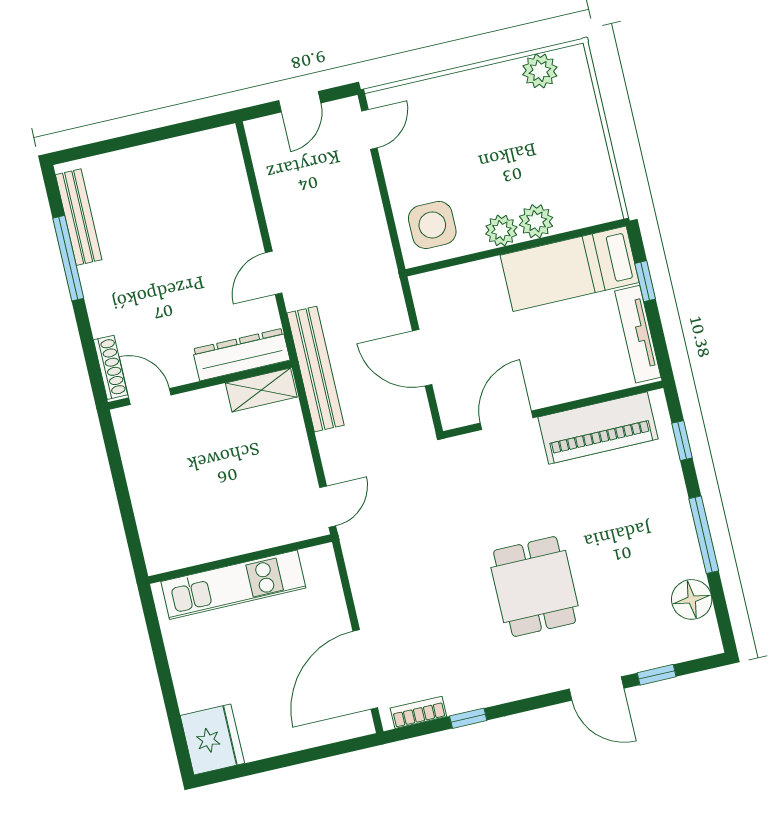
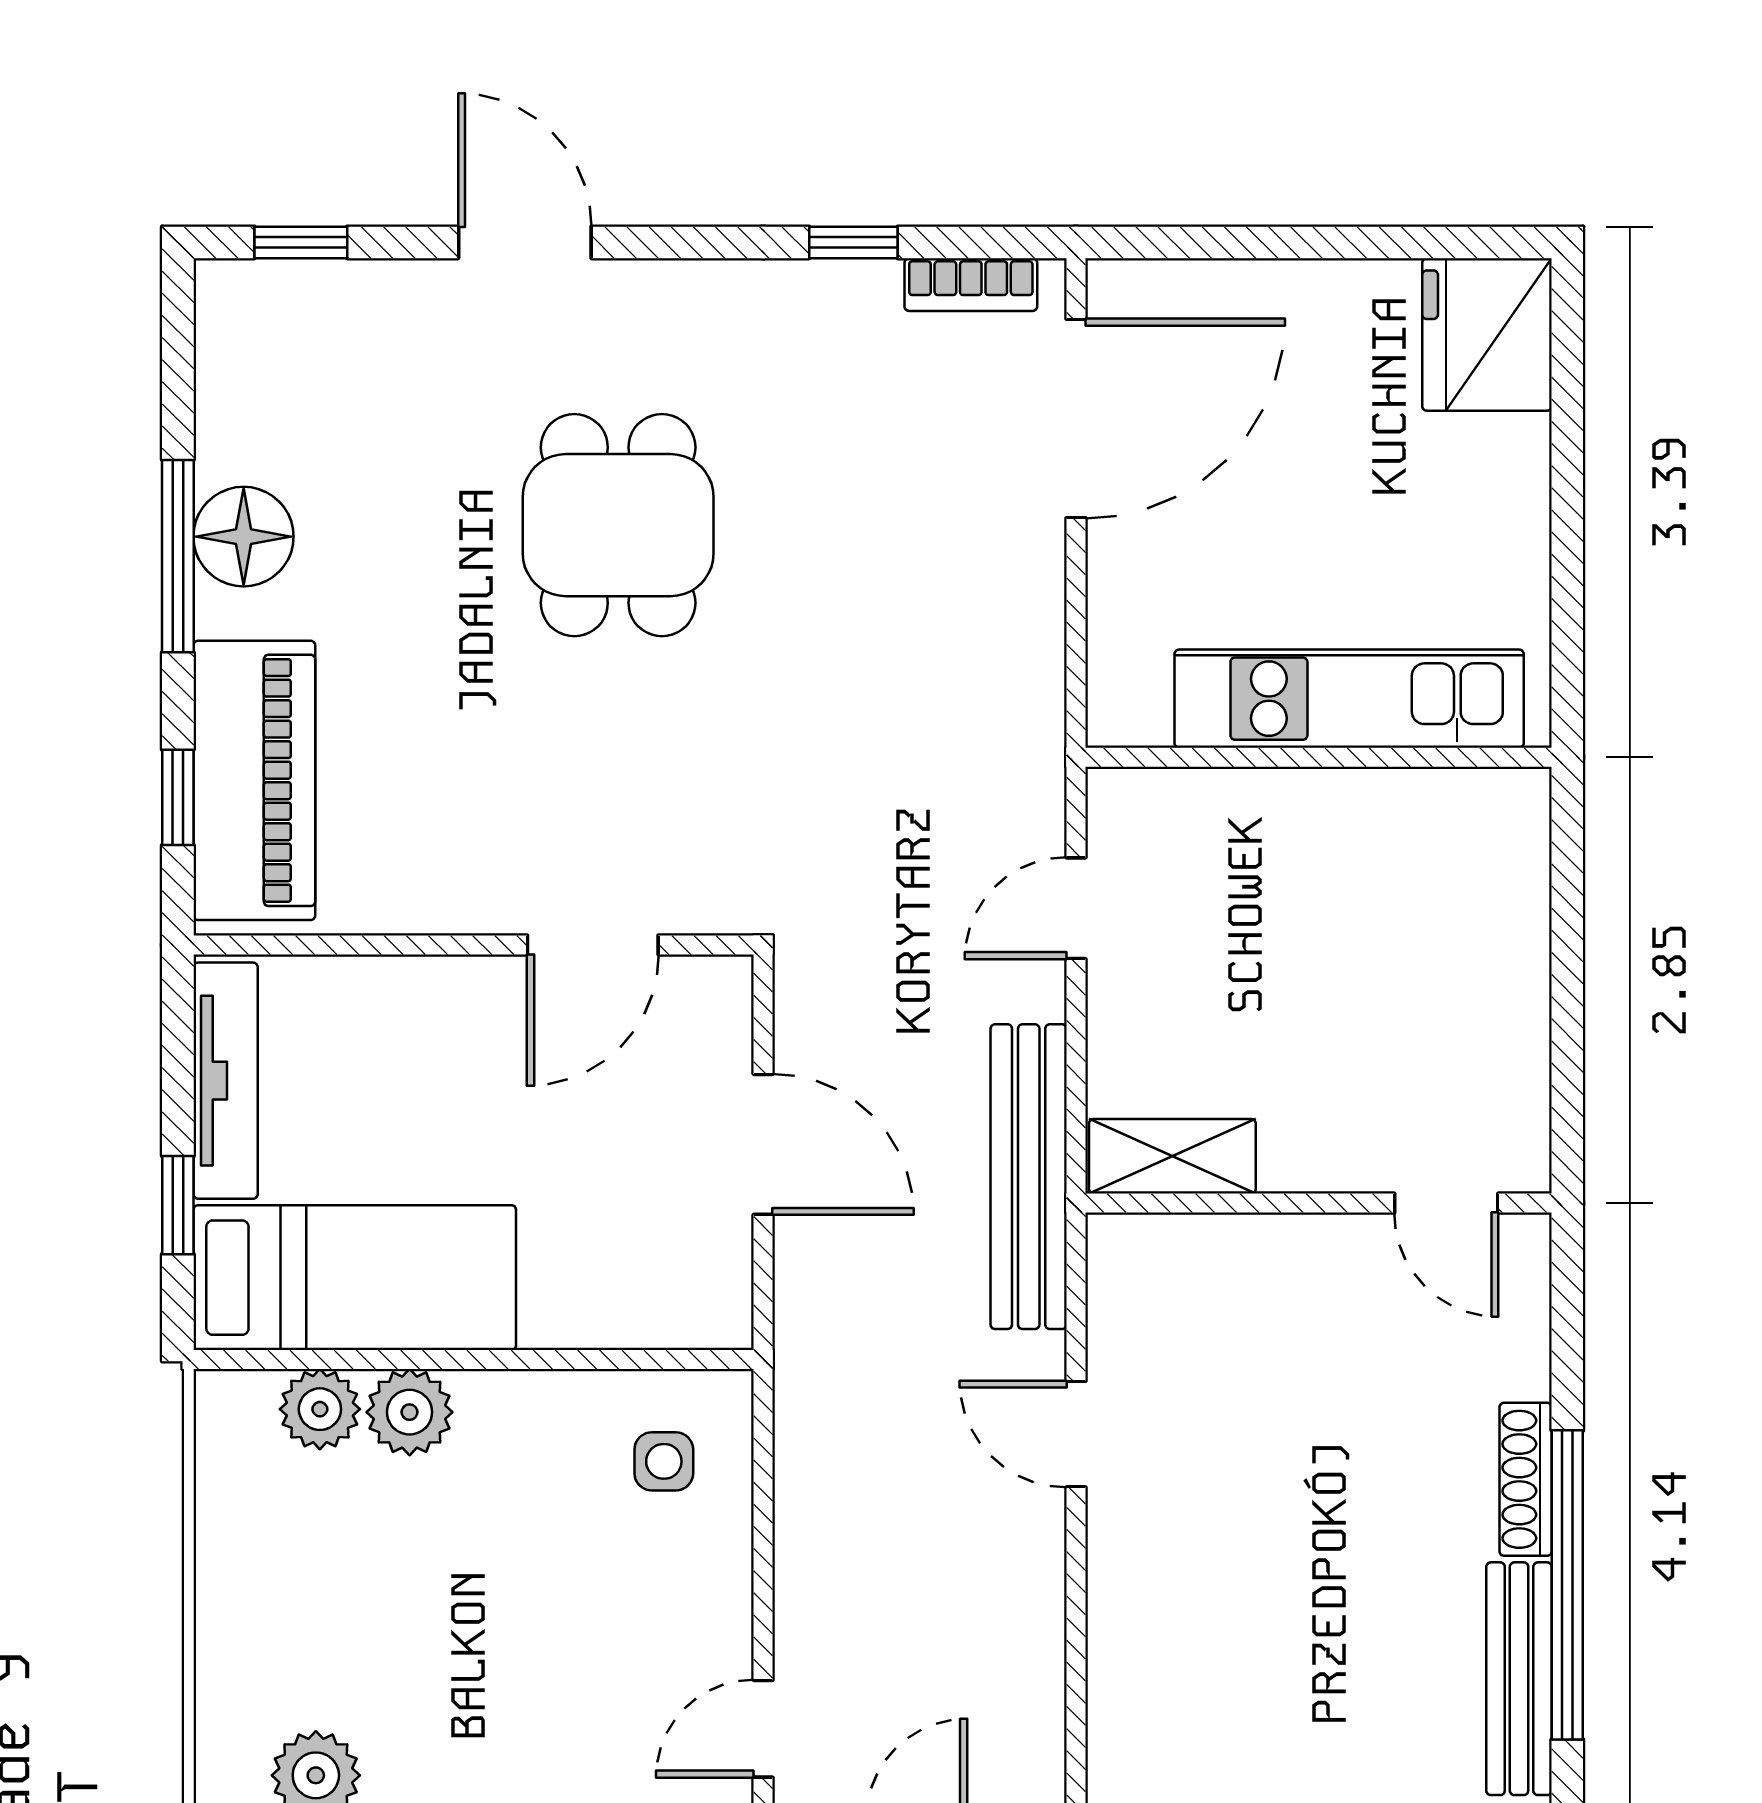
side table: (432, 225) -> (664, 1461), width x0.54, depth x0.54
plant: (501, 231) -> (320, 1409), moved
window: (68, 258) -> (1567, 1585), width x1.46
door: (274, 273) -> (1076, 1434), swing flipped
dresser: (241, 355) -> (1201, 1254), removed
shoe rack: (111, 367) -> (1526, 1479), moved
piano: (598, 428) -> (254, 780), moved, turned 90
door: (328, 507) -> (1076, 908), moved
floor lamp: (692, 599) -> (244, 537), moved
window: (657, 675) -> (301, 242), moved

